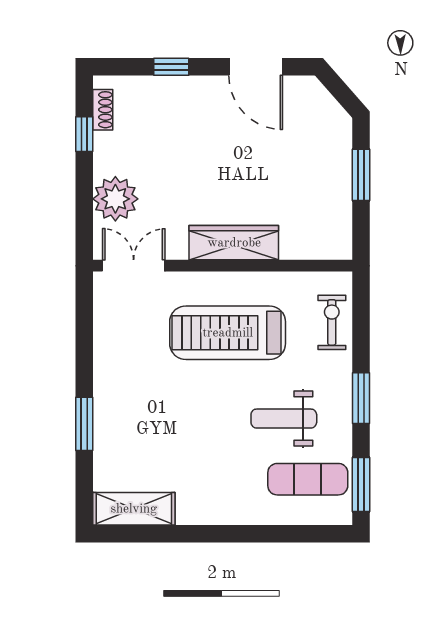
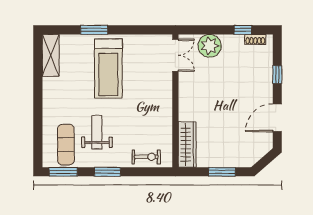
wardrobe: (234, 243) -> (187, 145), moved
treadmill: (228, 333) -> (108, 69), moved, turned 180

